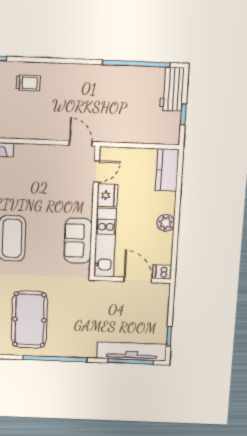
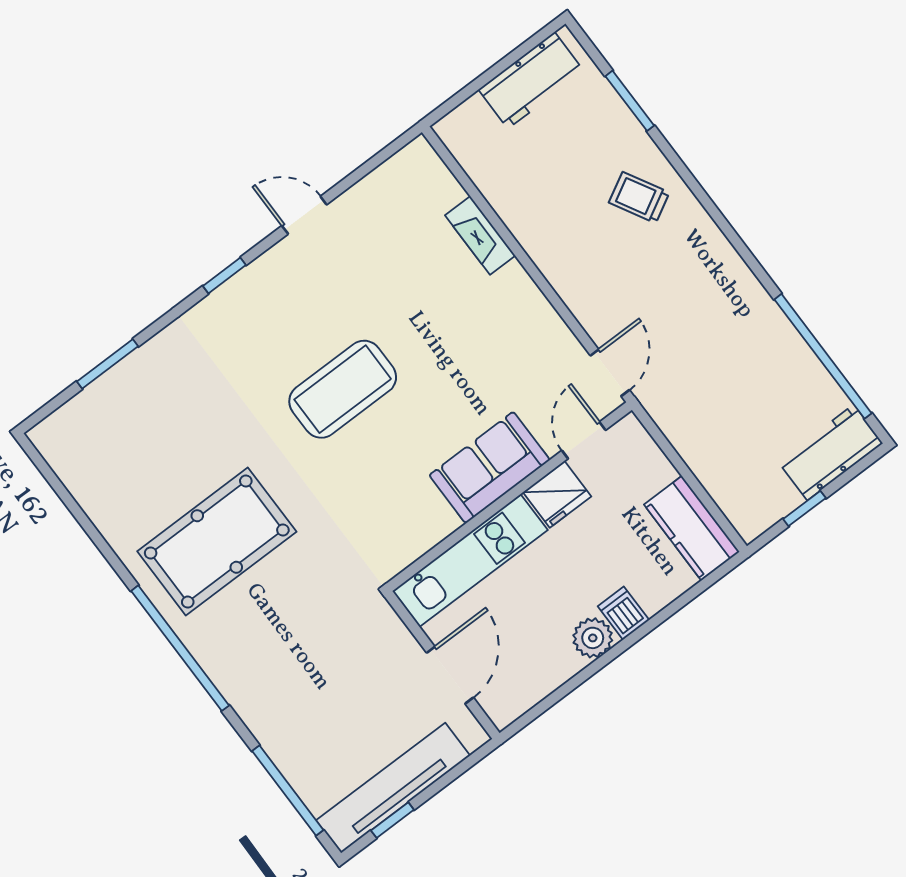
trolley: (28, 83) -> (639, 198), turned 151
kitchen counter: (167, 170) -> (692, 528), moved, turned -90
door: (96, 171) -> (584, 440), swing flipped
sofa: (78, 241) -> (490, 468), moved
dishwasher: (162, 272) -> (623, 613), moved
tv unit: (132, 351) -> (393, 788), moved, turned -90

